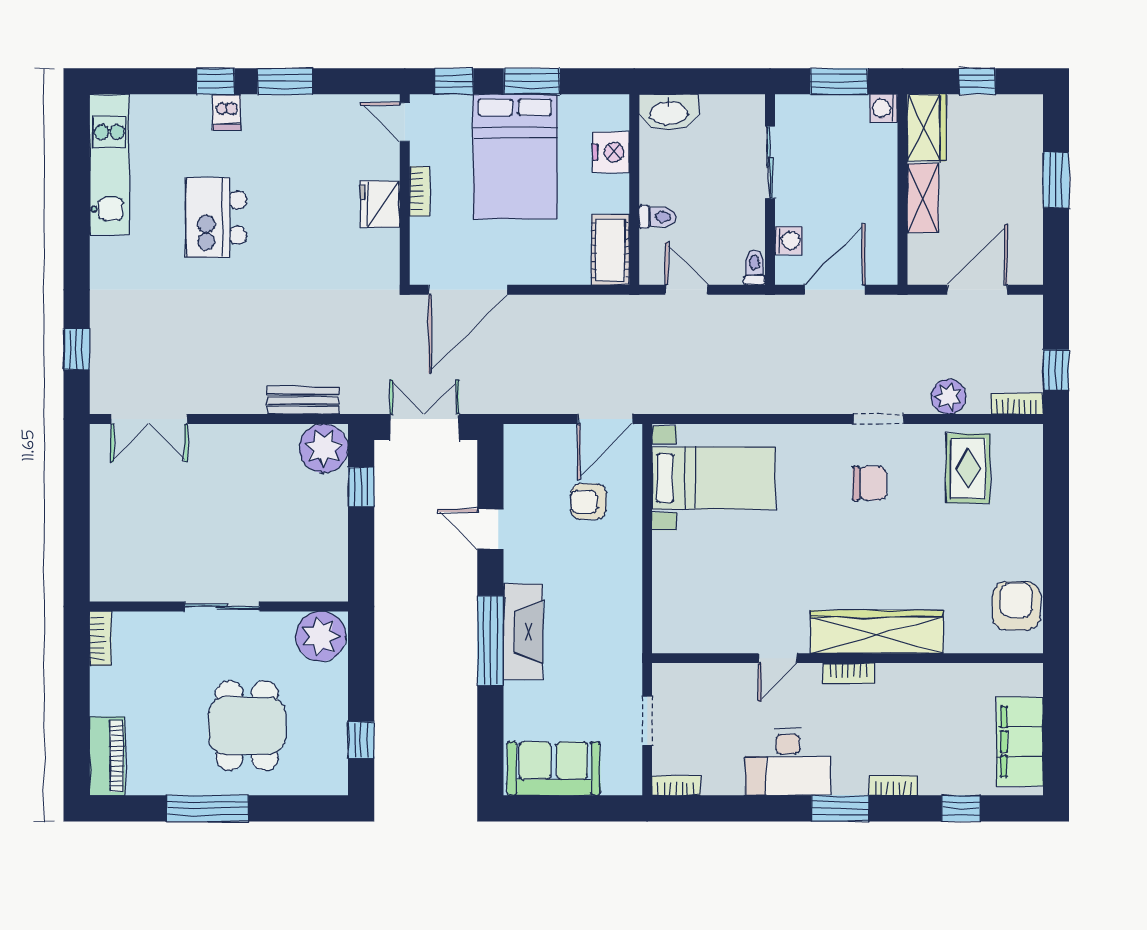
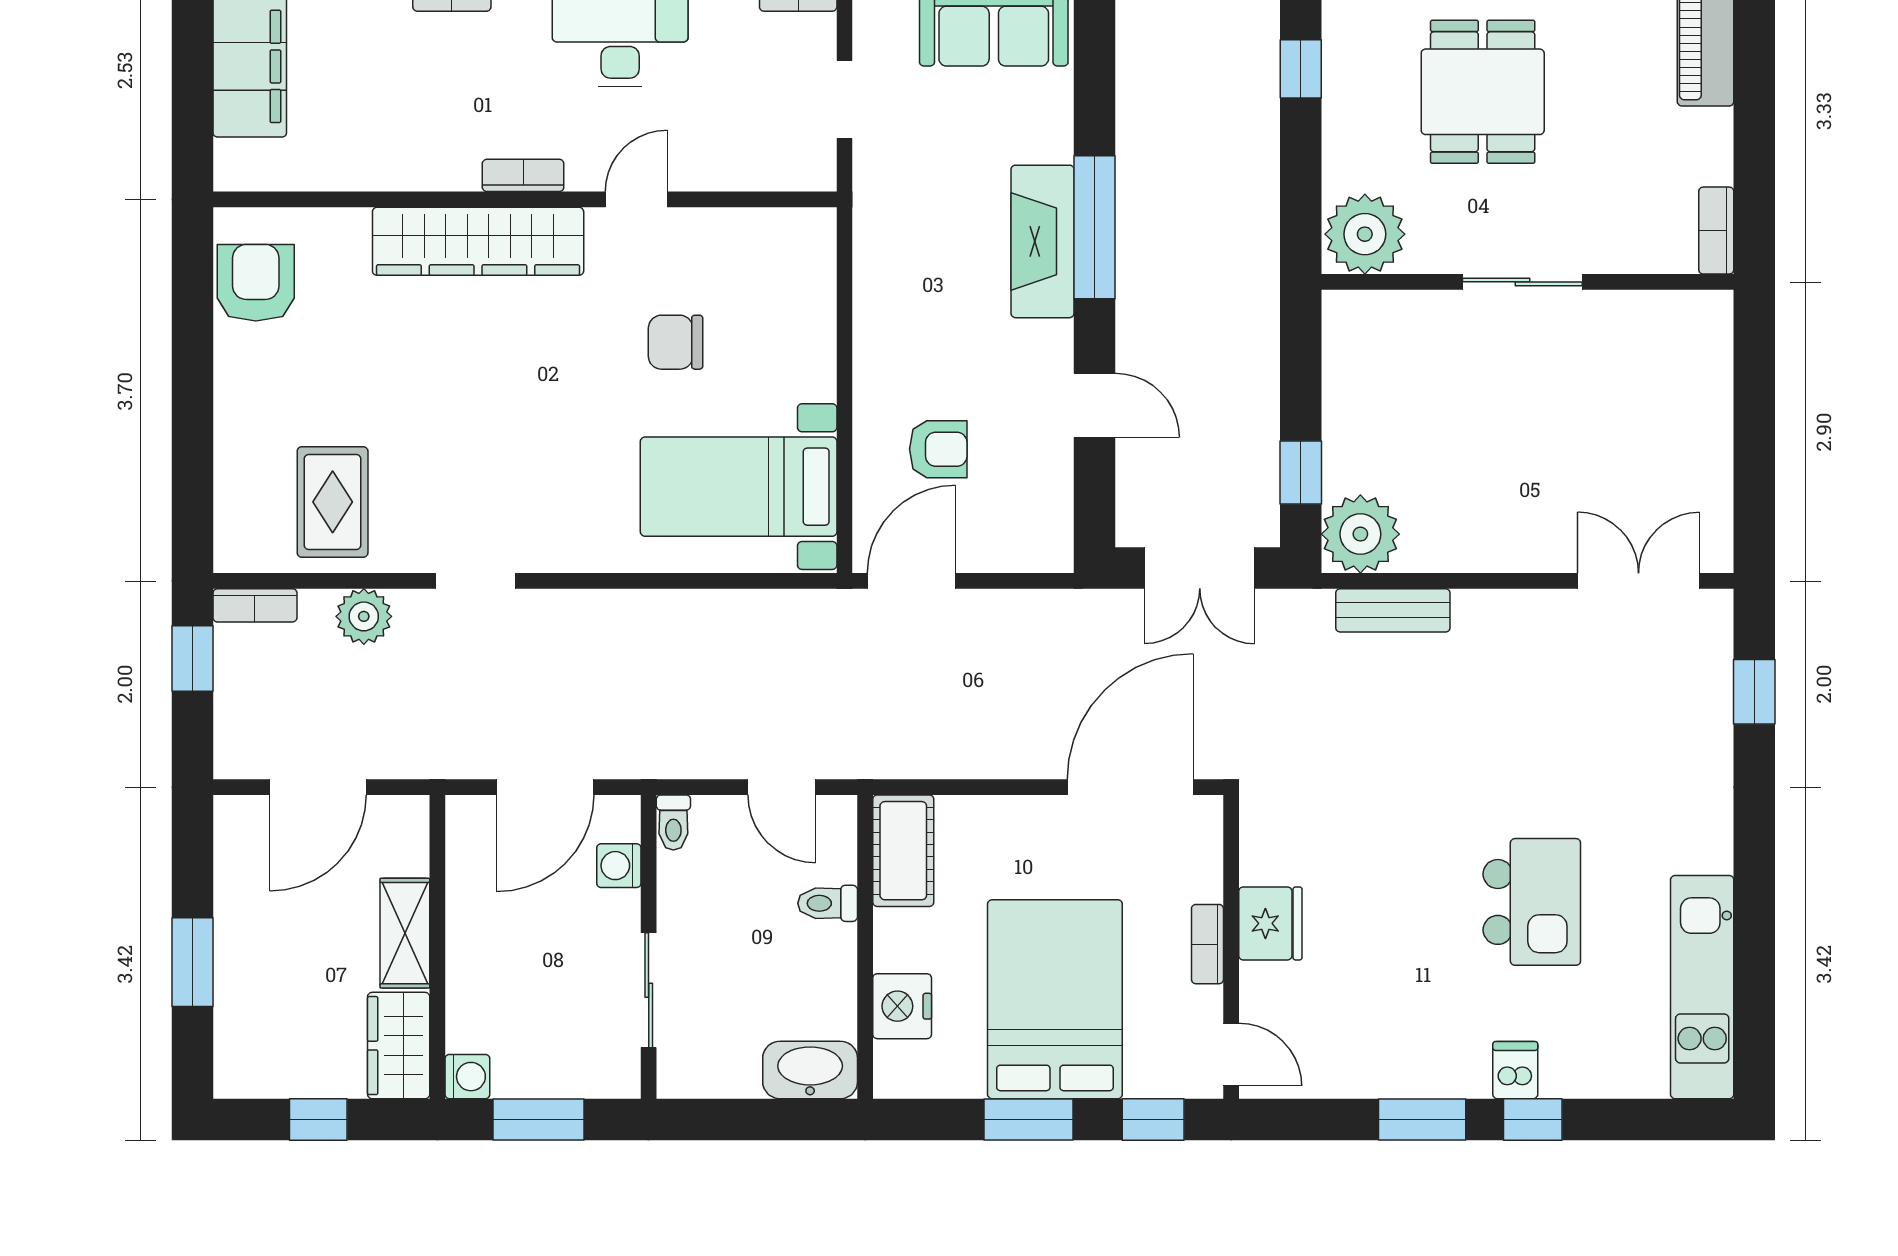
chair: (870, 483) -> (675, 342), moved
armchair: (1016, 606) -> (256, 283), turned 180

